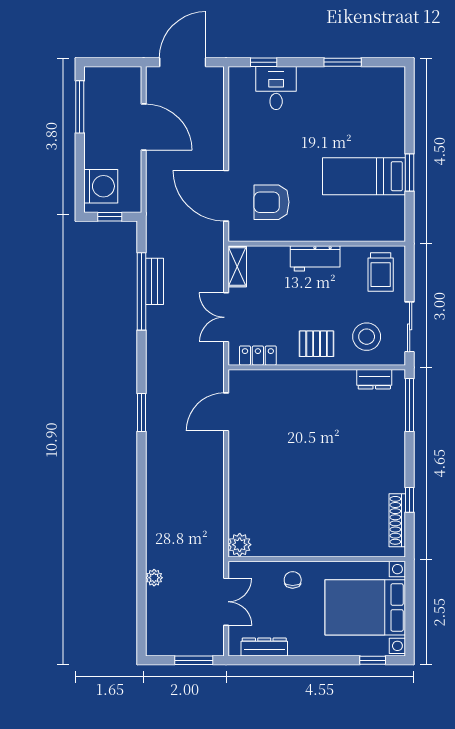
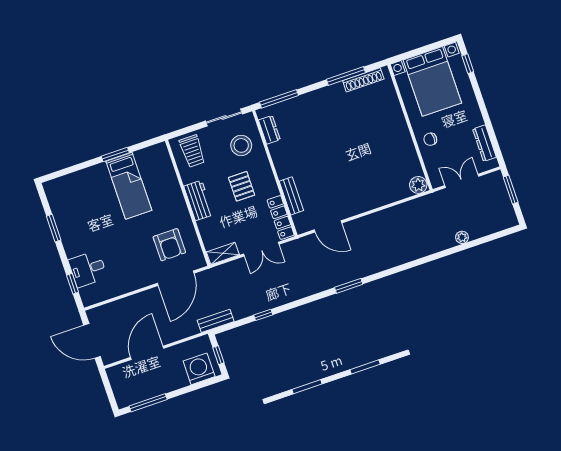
trolley: (381, 272) -> (192, 151), turned 90
bench: (155, 281) -> (216, 321), moved
window: (142, 291) -> (263, 315), width x0.32
pallet: (317, 344) -> (242, 186), moved
locker: (258, 356) -> (281, 218), width x1.53
bench: (281, 379) -> (291, 196), added
window: (410, 500) -> (346, 76), width x2.17

